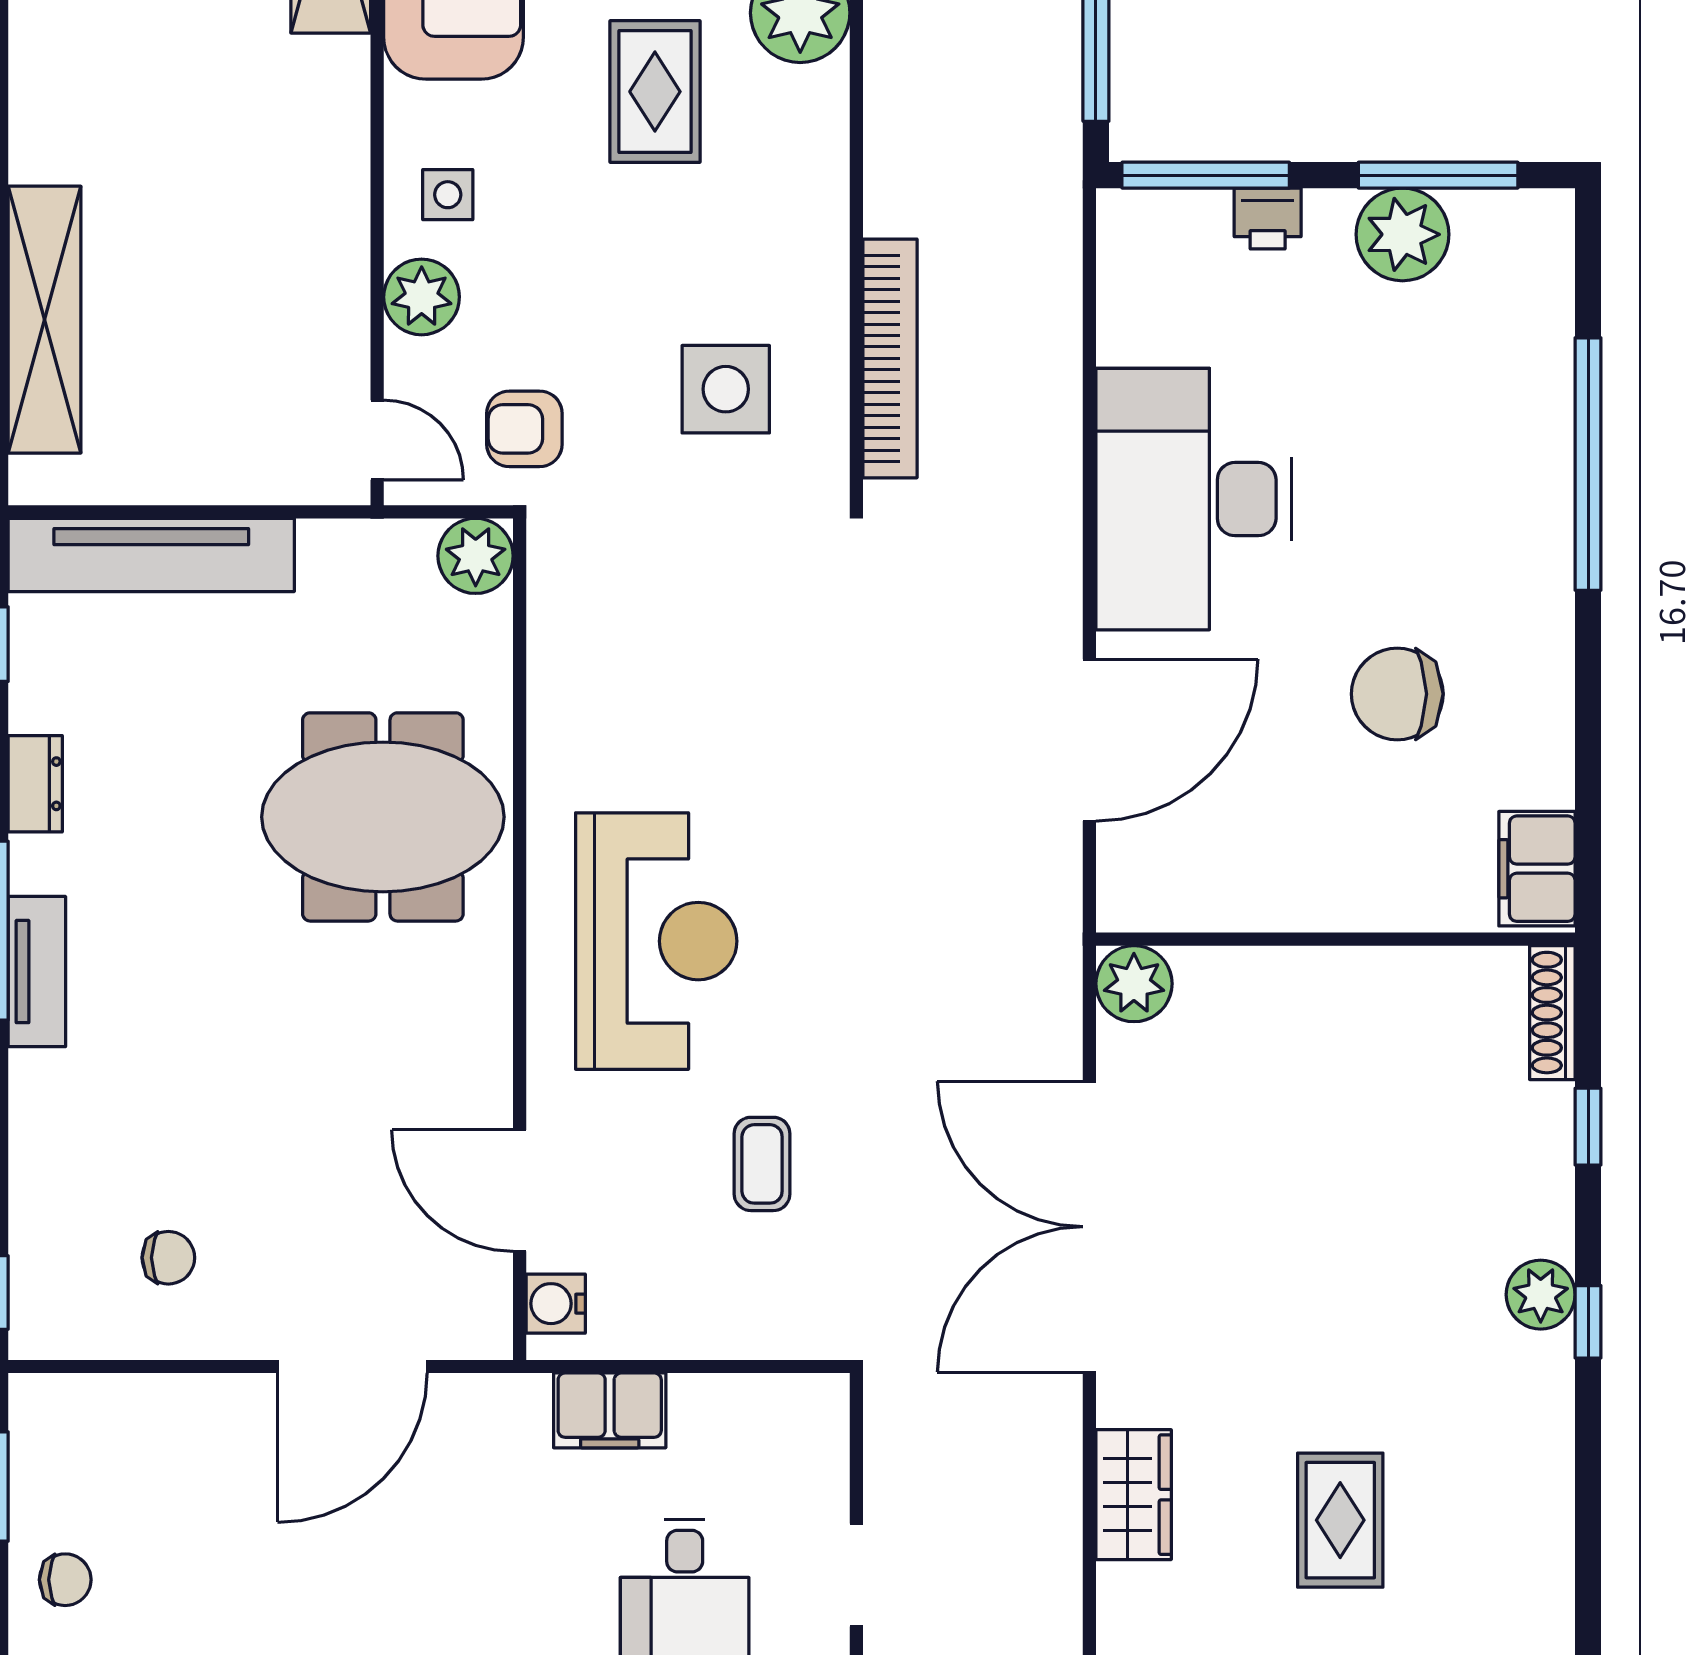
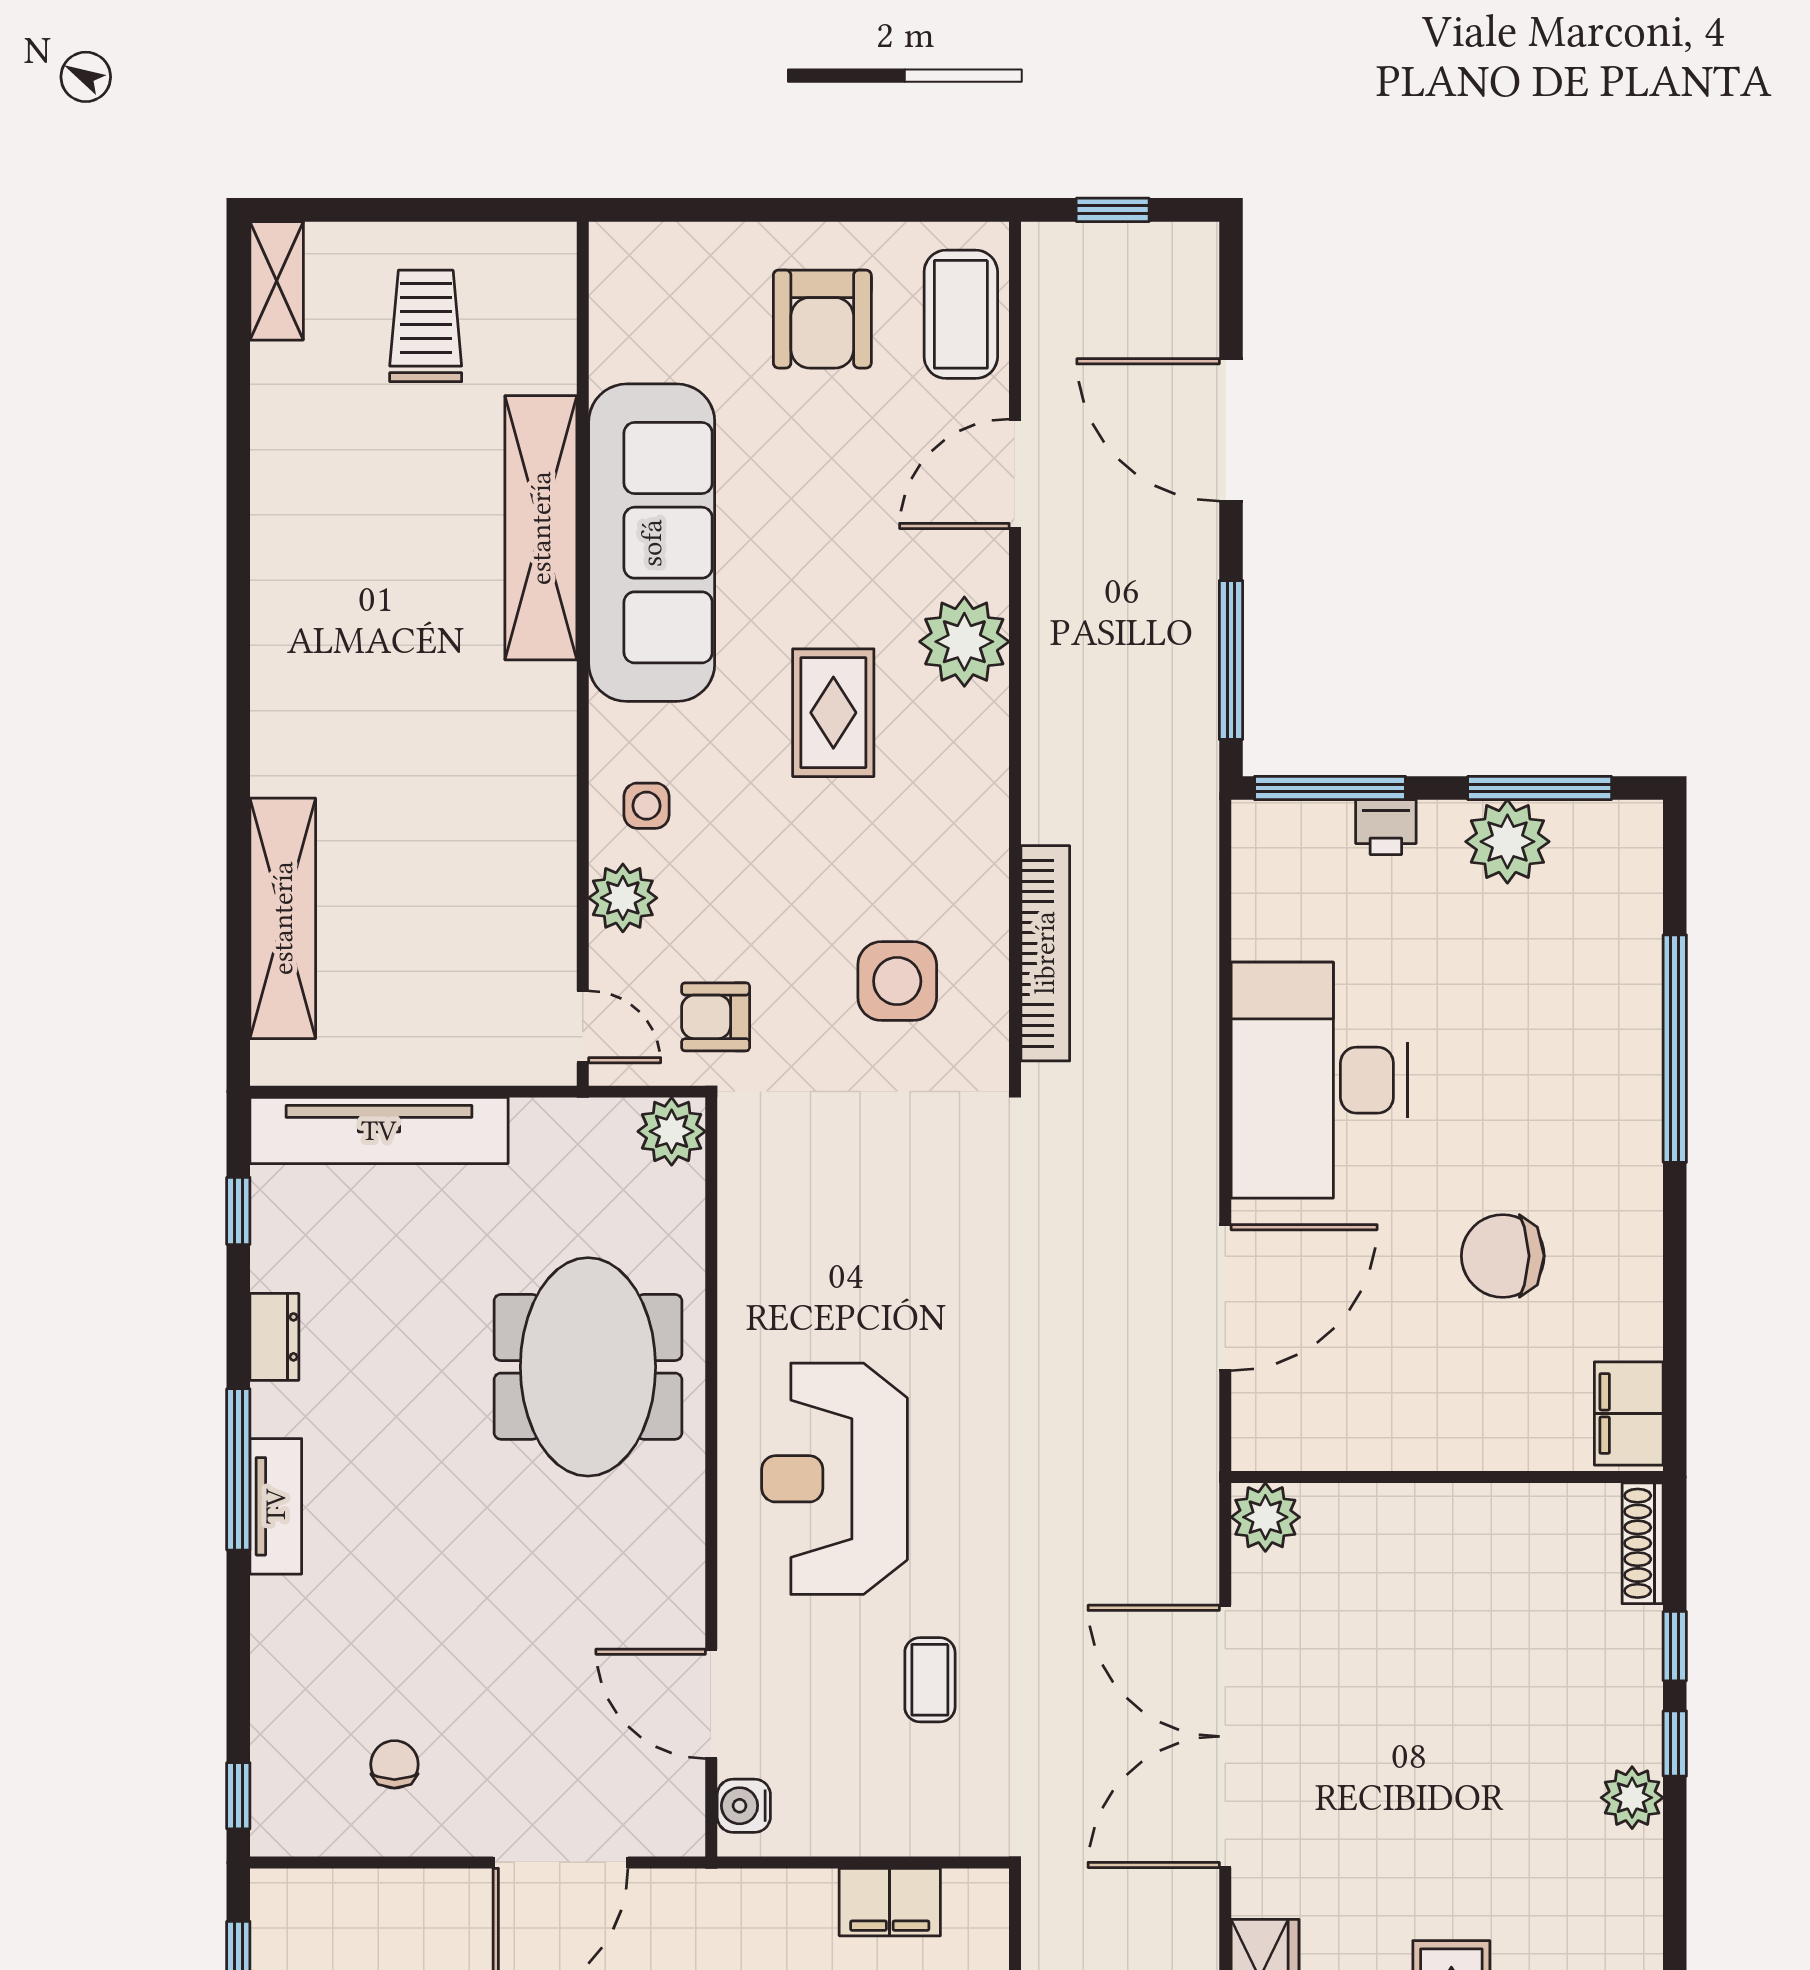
meeting table: (383, 817) -> (588, 1367), turned 90
reception desk: (656, 941) -> (834, 1479), turned 180
chair: (168, 1258) -> (394, 1764), turned -90
window: (1588, 1322) -> (1675, 1744), moved
filing cabinet: (610, 1410) -> (890, 1902), moved

